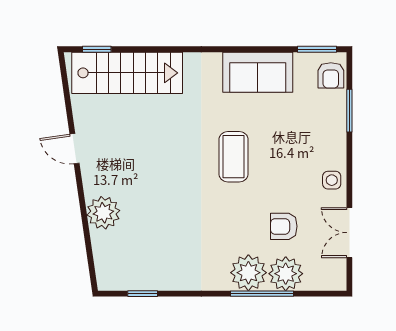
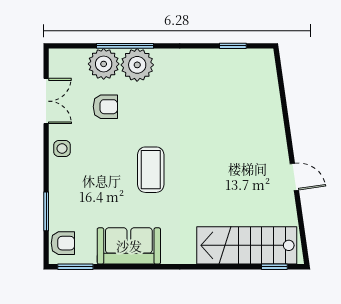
armchair: (331, 75) -> (63, 243), turned 90
plant: (103, 213) -> (268, 119), removed

